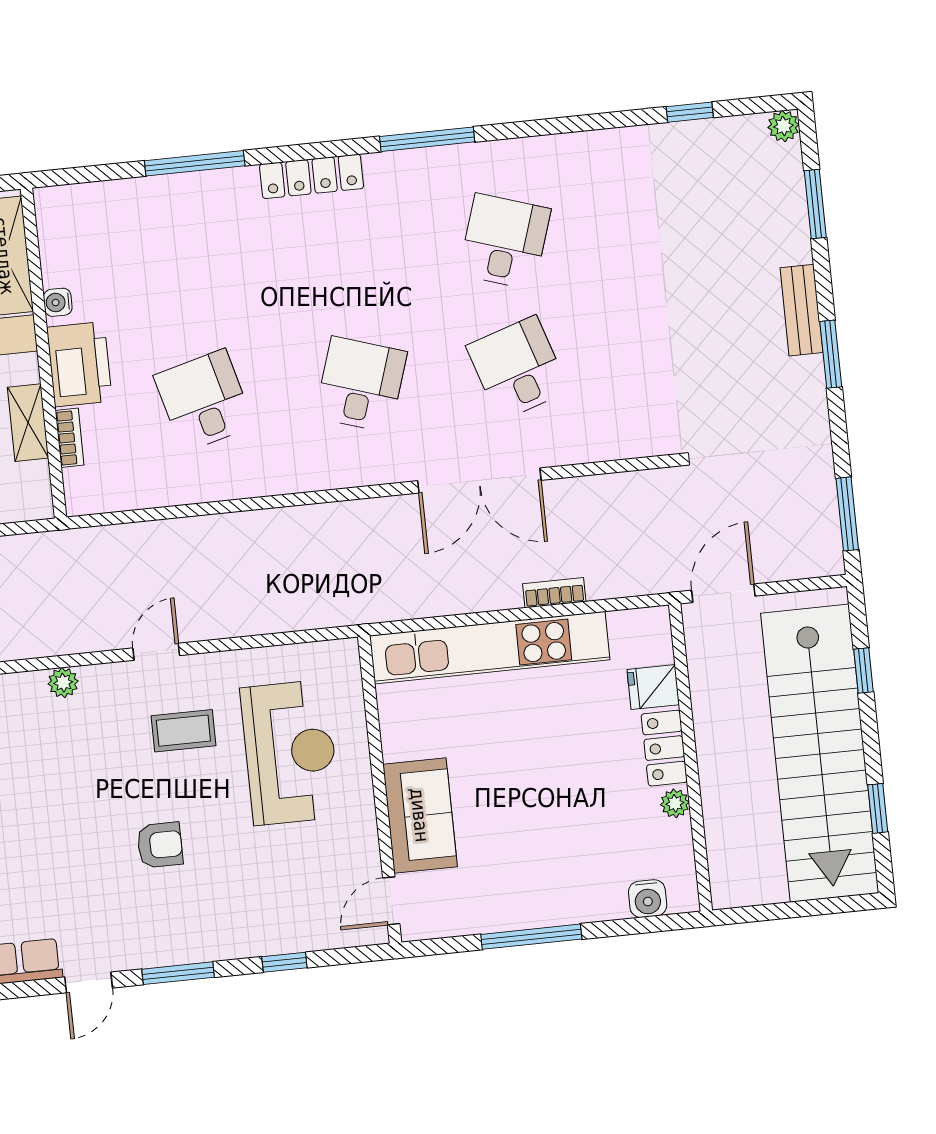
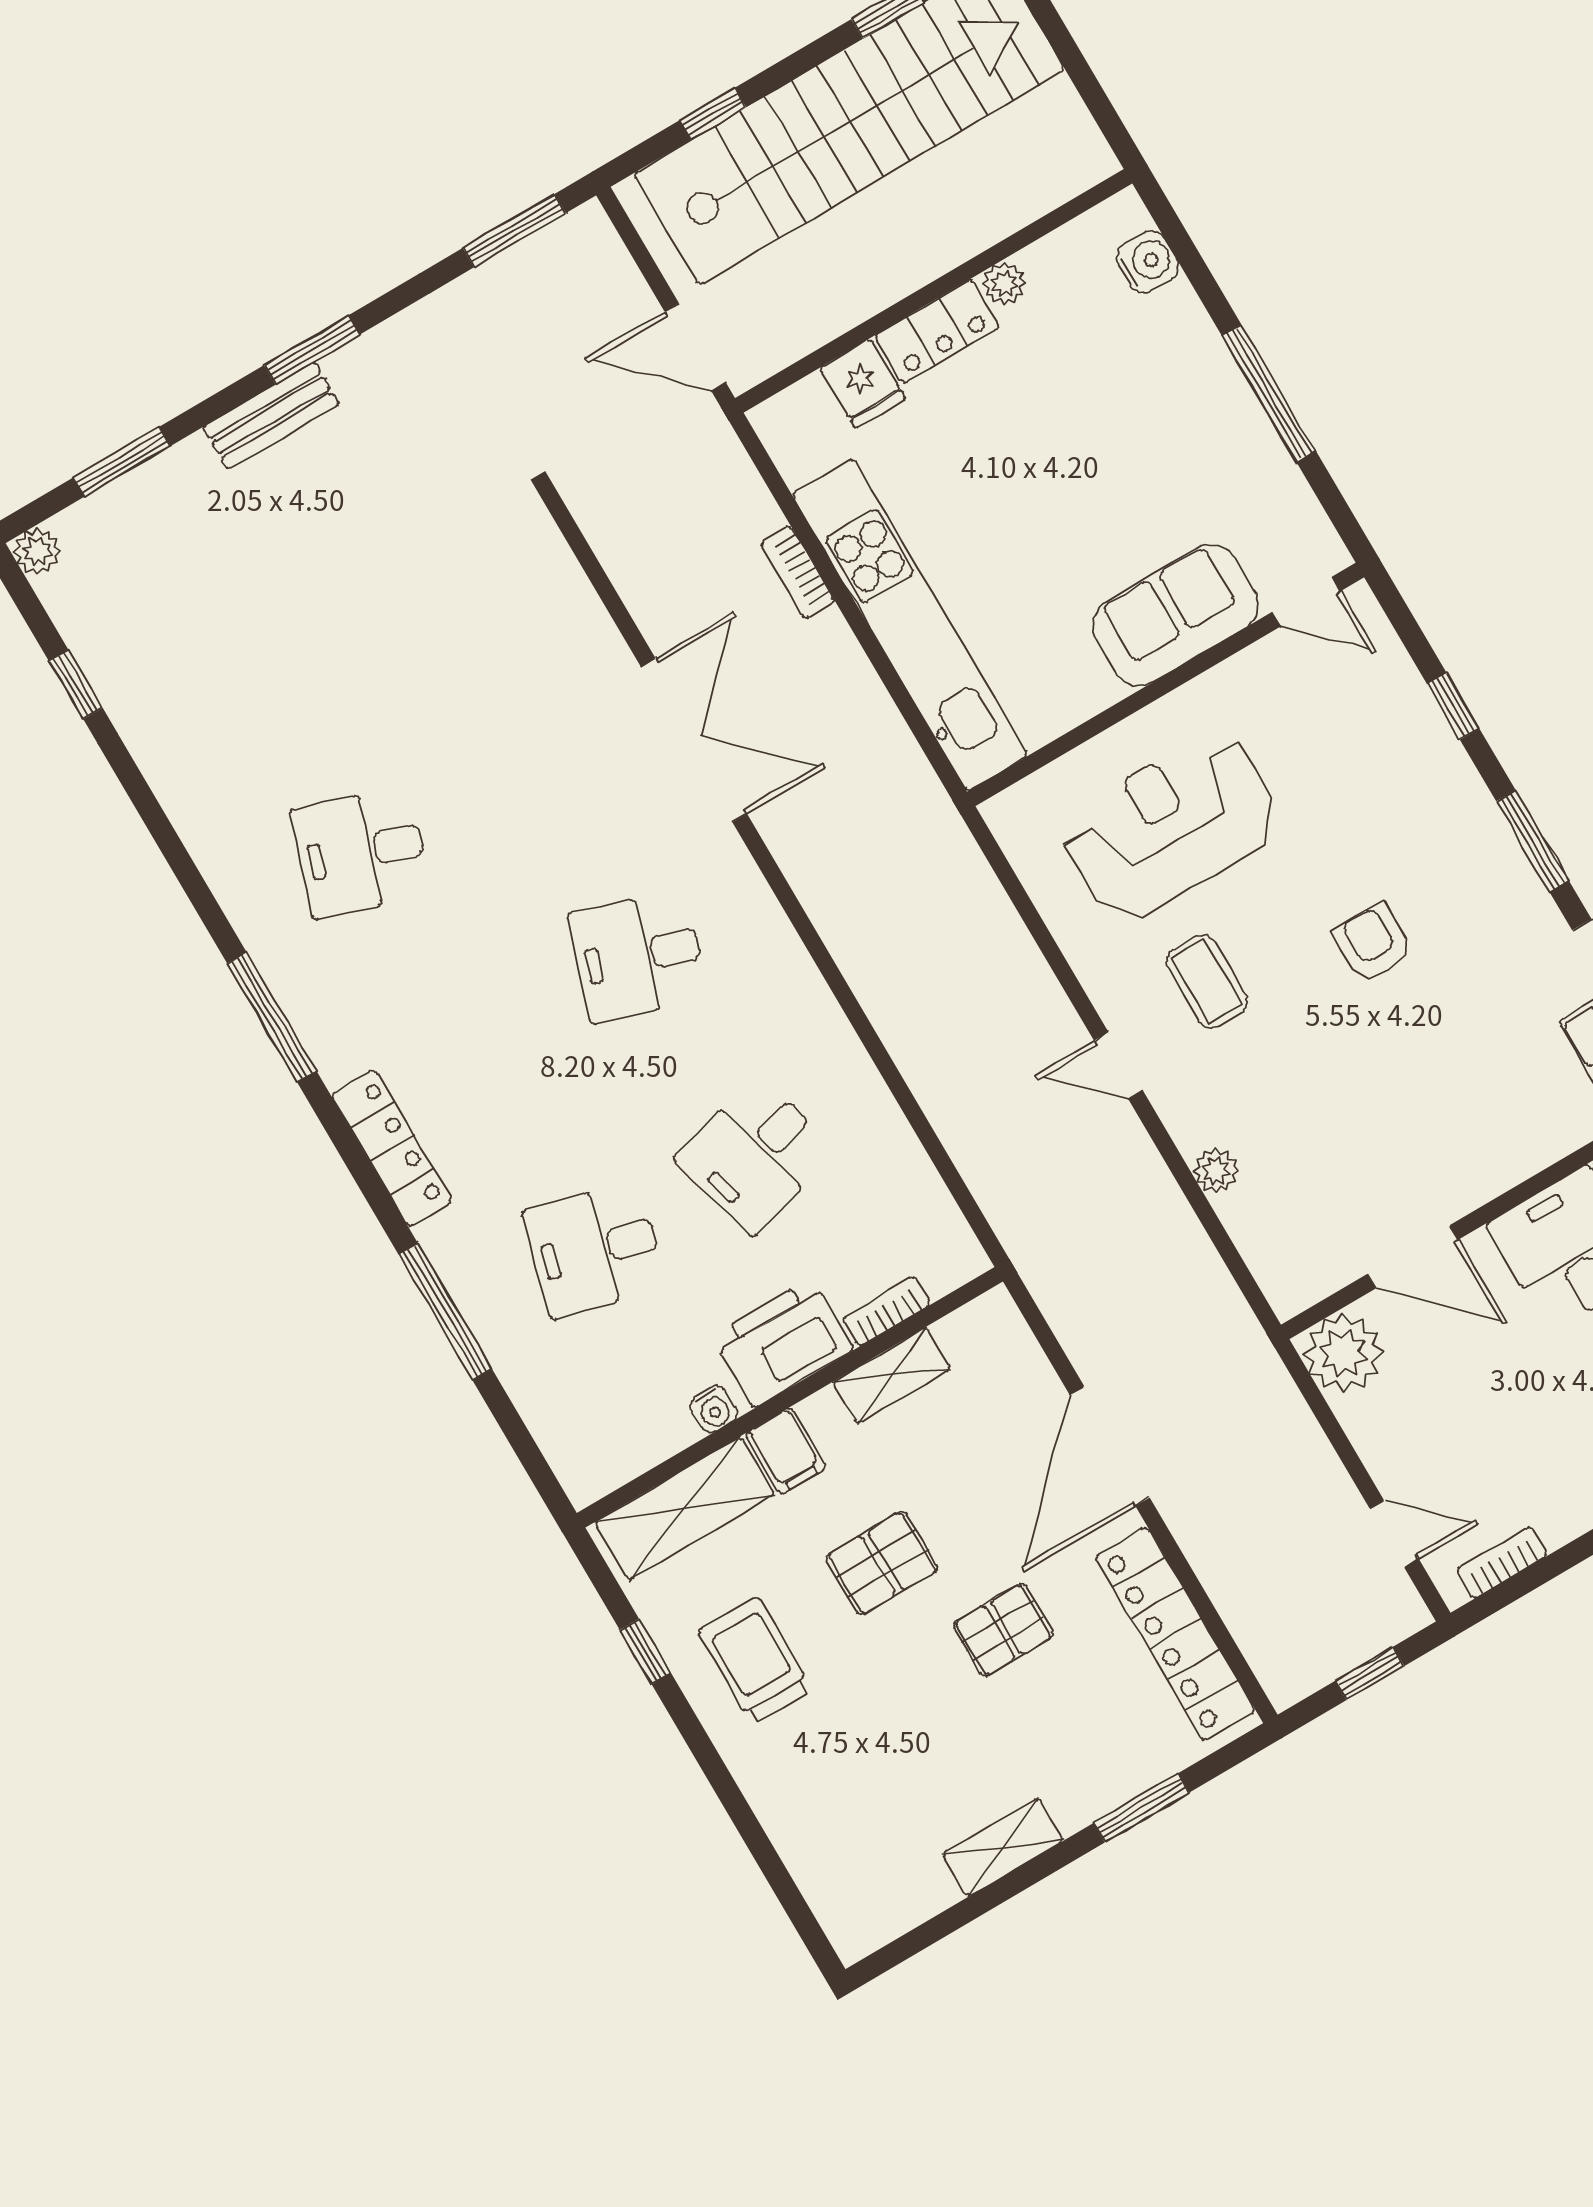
desk: (518, 368) -> (595, 1250), moved, turned 33

